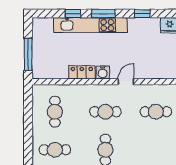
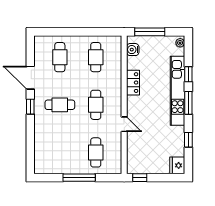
plant: (40, 22) -> (180, 43), added
water cooler: (103, 73) -> (133, 50), moved
cafe table: (55, 112) -> (96, 57), turned 90

